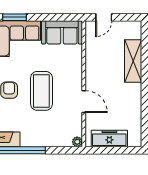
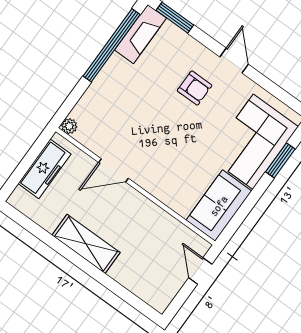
shelving: (133, 61) -> (86, 244), moved
coffee table: (41, 91) -> (165, 127), removed

